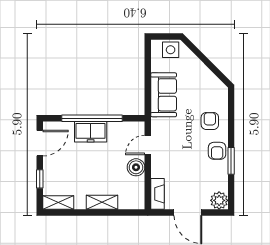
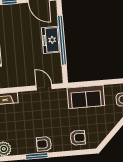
armchair: (210, 121) -> (78, 138), moved
boiler: (136, 167) -> (25, 79), removed

